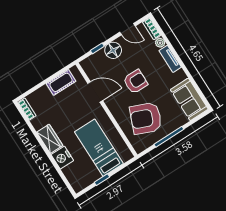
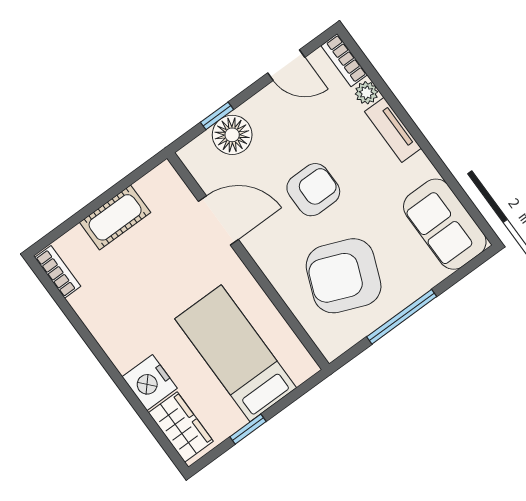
floor lamp: (113, 50) -> (232, 135), moved
cot: (61, 82) -> (115, 217), moved
wardrobe: (50, 139) -> (181, 427), moved

